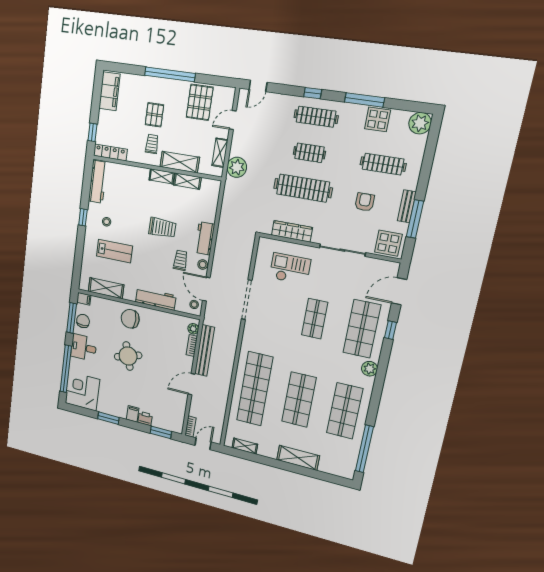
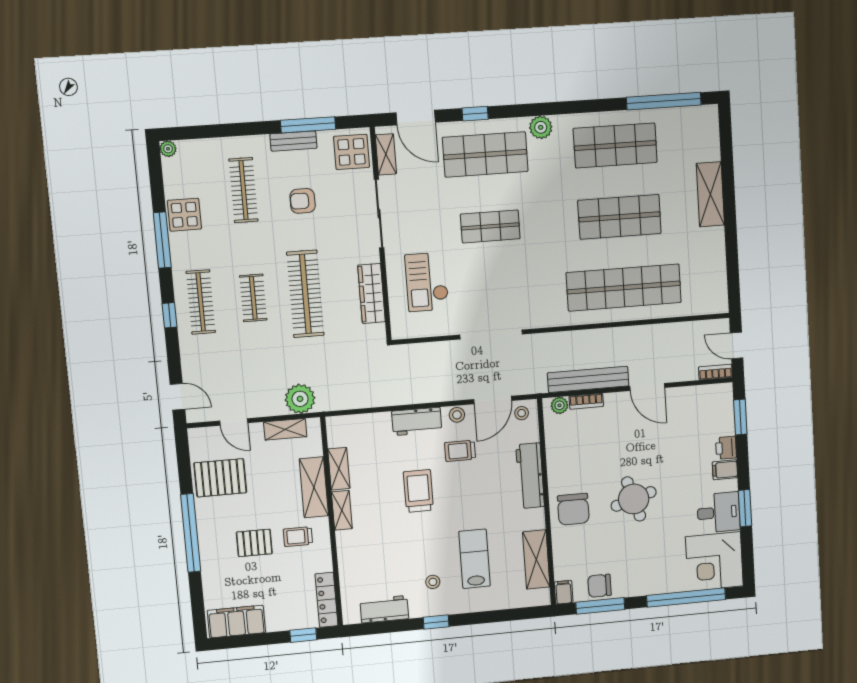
plant: (420, 123) -> (168, 149), width x0.53, depth x0.53
workbench: (98, 182) -> (384, 609), width x0.73
desk: (84, 348) -> (718, 512), moved, turned -90
shelving: (245, 446) -> (386, 154), moved

